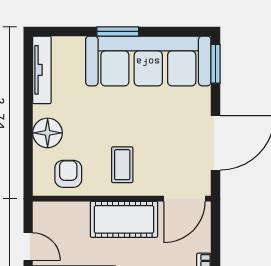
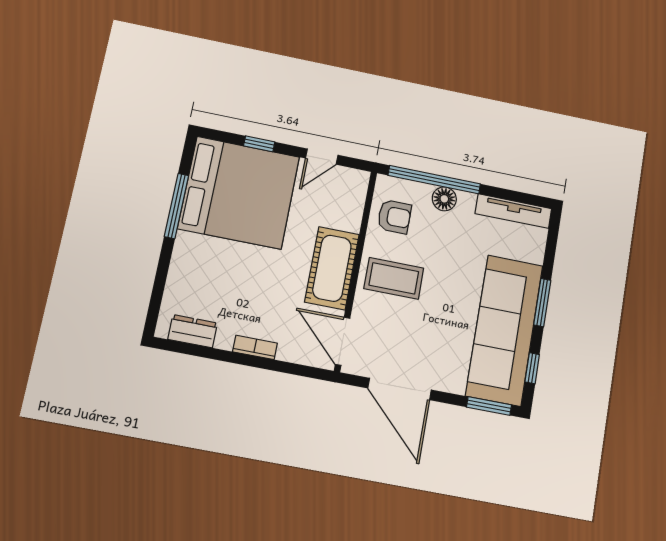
window: (176, 31) -> (532, 368), added
floor lamp: (48, 133) -> (444, 199), width x0.73, depth x0.73
window: (28, 145) -> (434, 180), added
coffee table: (122, 165) -> (394, 278), width x1.36, depth x1.30

